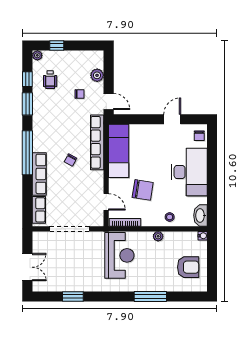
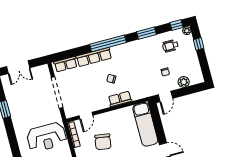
window: (27, 79) -> (176, 25), moved
row of seats: (97, 142) -> (120, 99), width x0.50
exam couch: (119, 151) -> (145, 124), moved, turned 90

